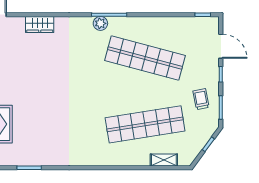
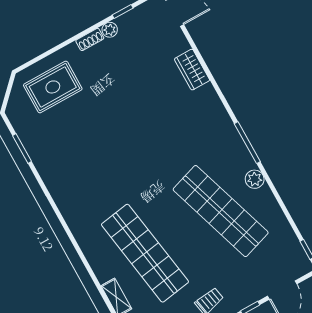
plant: (100, 23) -> (255, 179), moved
shop shelf: (145, 58) -> (221, 211), turned -33

